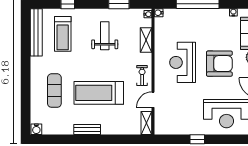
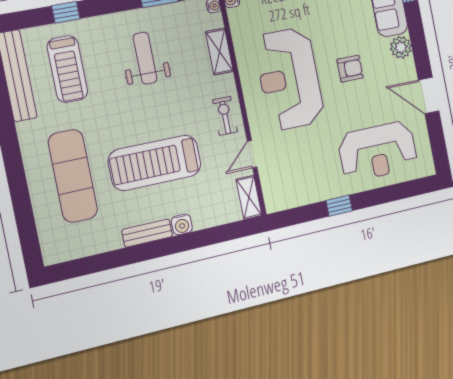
reception desk: (183, 62) -> (289, 79), width x1.36, depth x1.30
armchair: (219, 64) -> (350, 69), width x0.53, depth x0.53
exercise mat: (54, 91) -> (73, 176), width x1.36, depth x1.45
water cooler: (36, 129) -> (182, 224), moved

